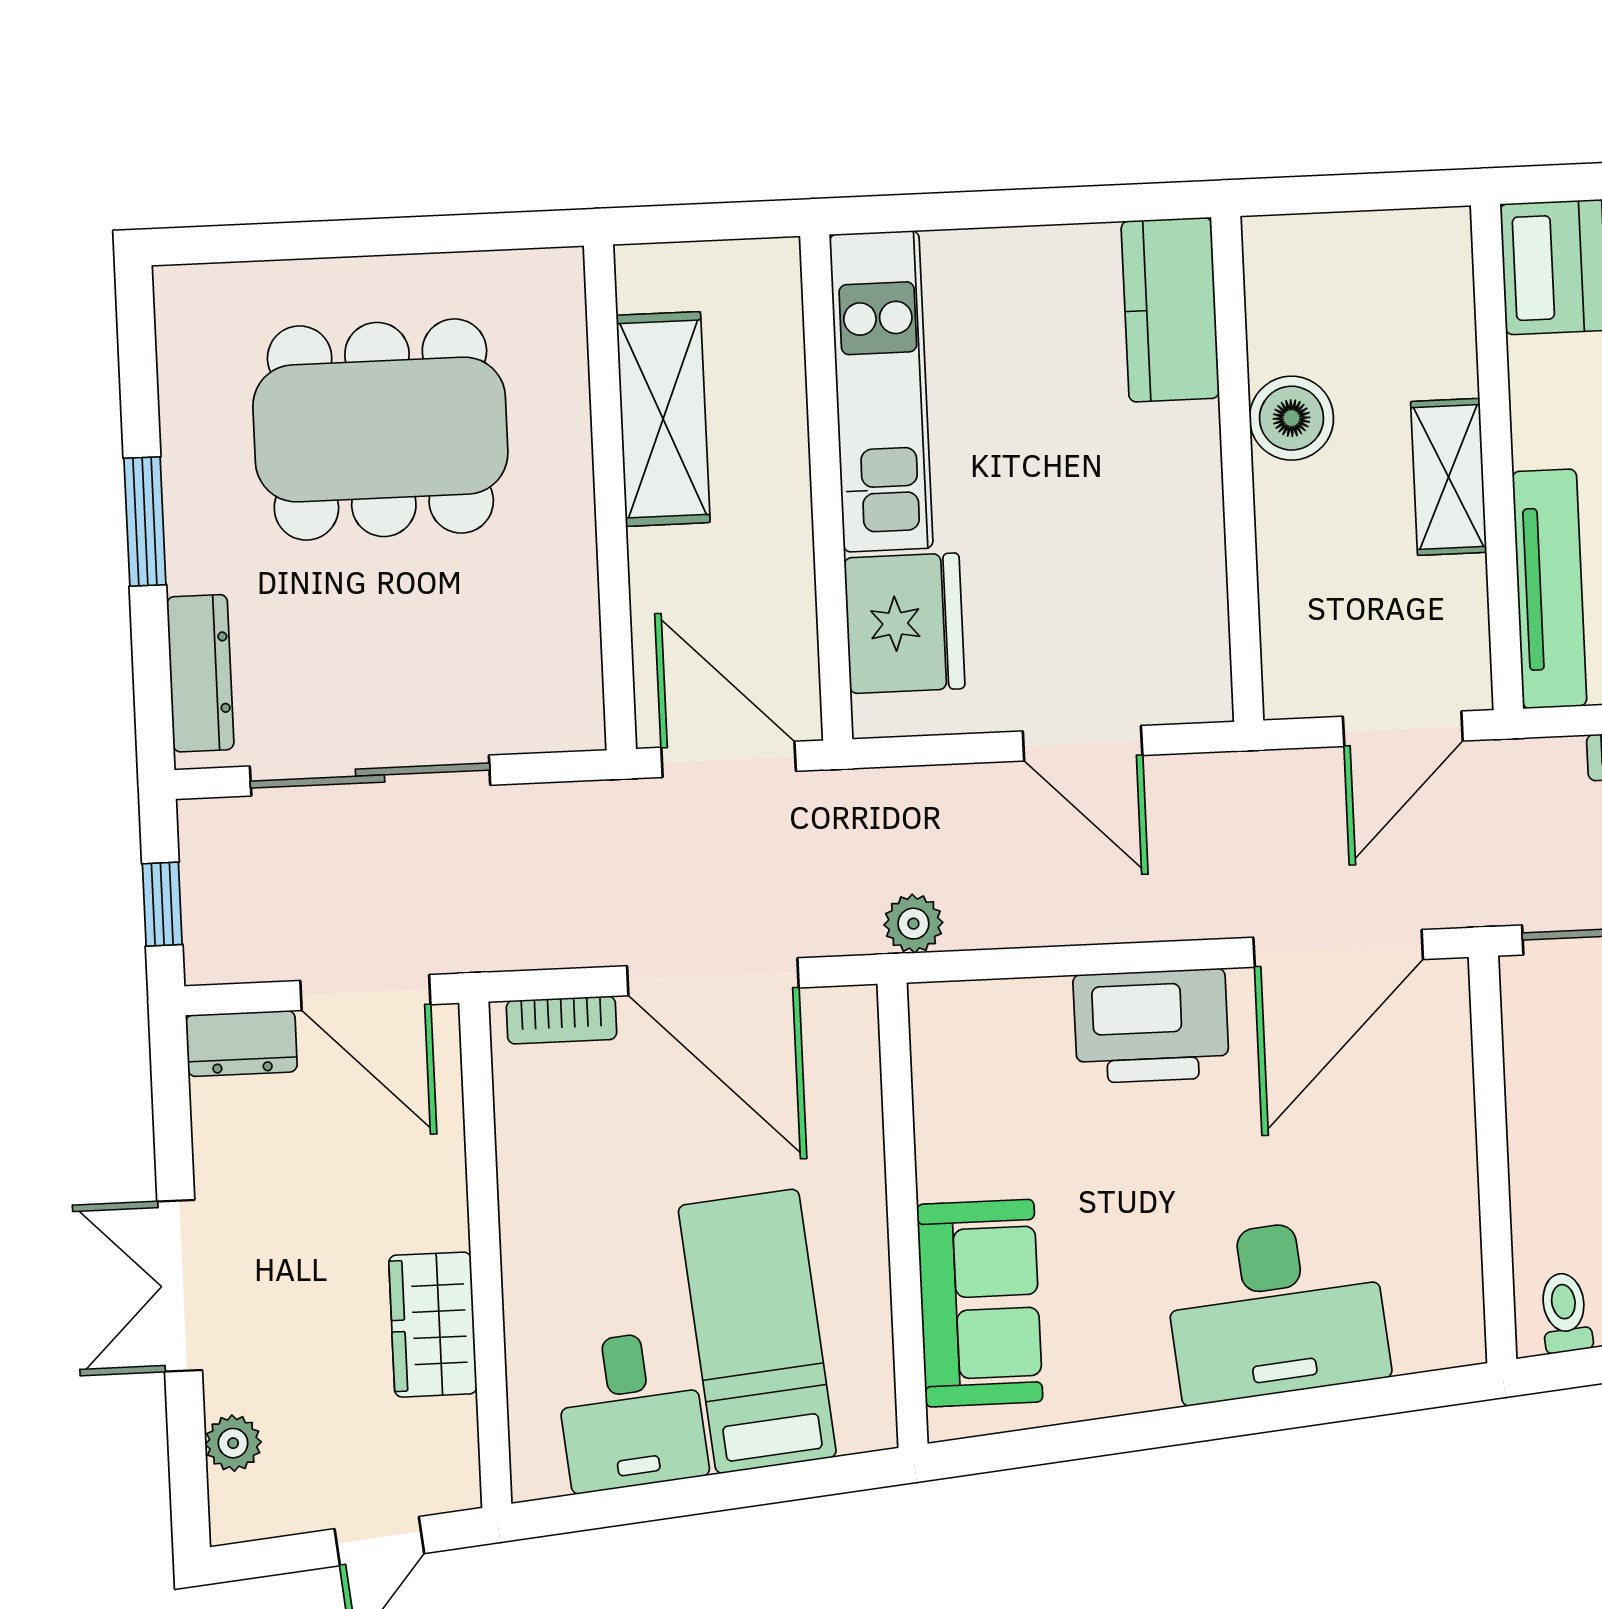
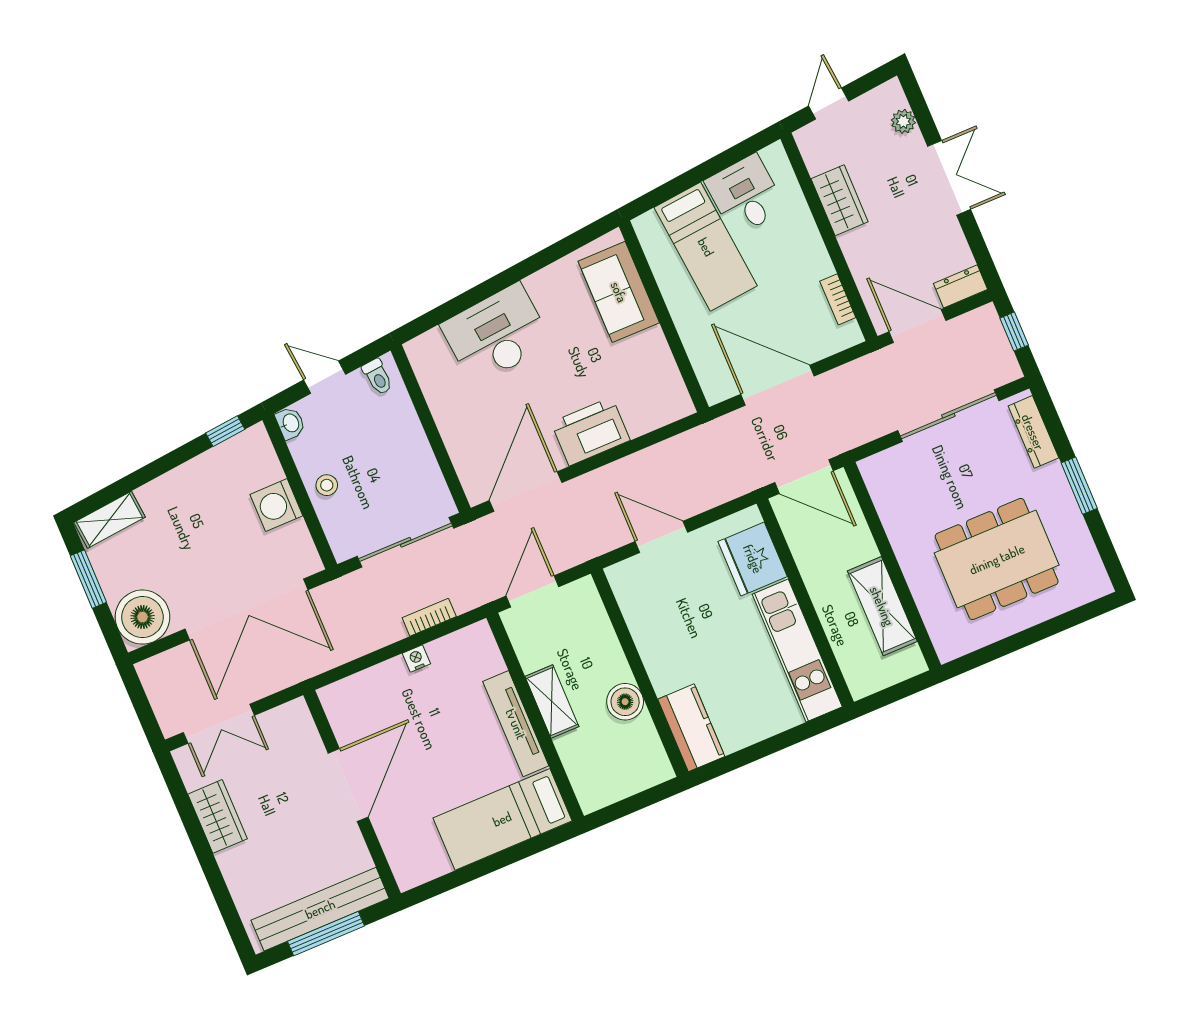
tv unit: (1549, 589) -> (516, 724), moved
plant: (913, 924) -> (703, 437), removed
bookcase: (561, 1020) -> (838, 299), moved, turned -90

